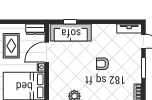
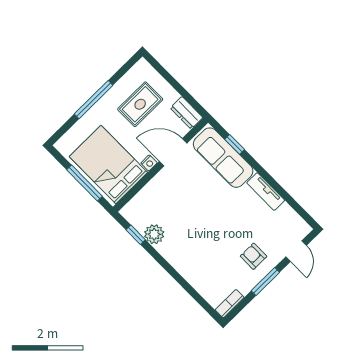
tv unit: (129, 29) -> (266, 192), moved
armchair: (103, 64) -> (254, 256), moved

